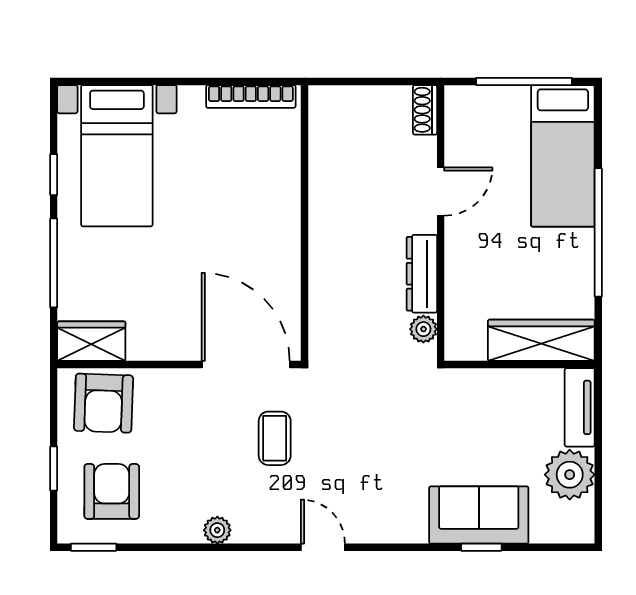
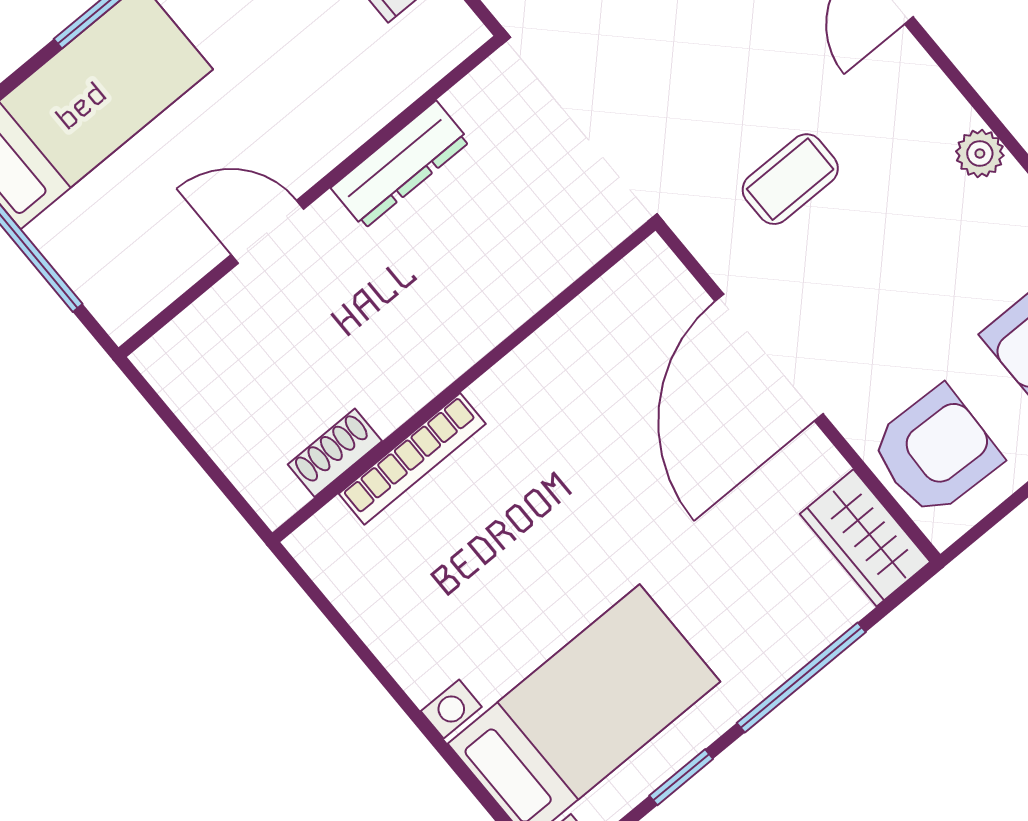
bookcase: (251, 96) -> (412, 459), moved, turned 90
shoe rack: (425, 110) -> (335, 453), moved, turned 180
plant: (423, 329) -> (474, 100), removed
door: (246, 365) -> (769, 357), moved

